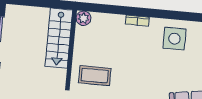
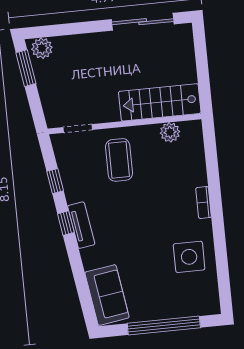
plant: (83, 18) -> (170, 132), moved

